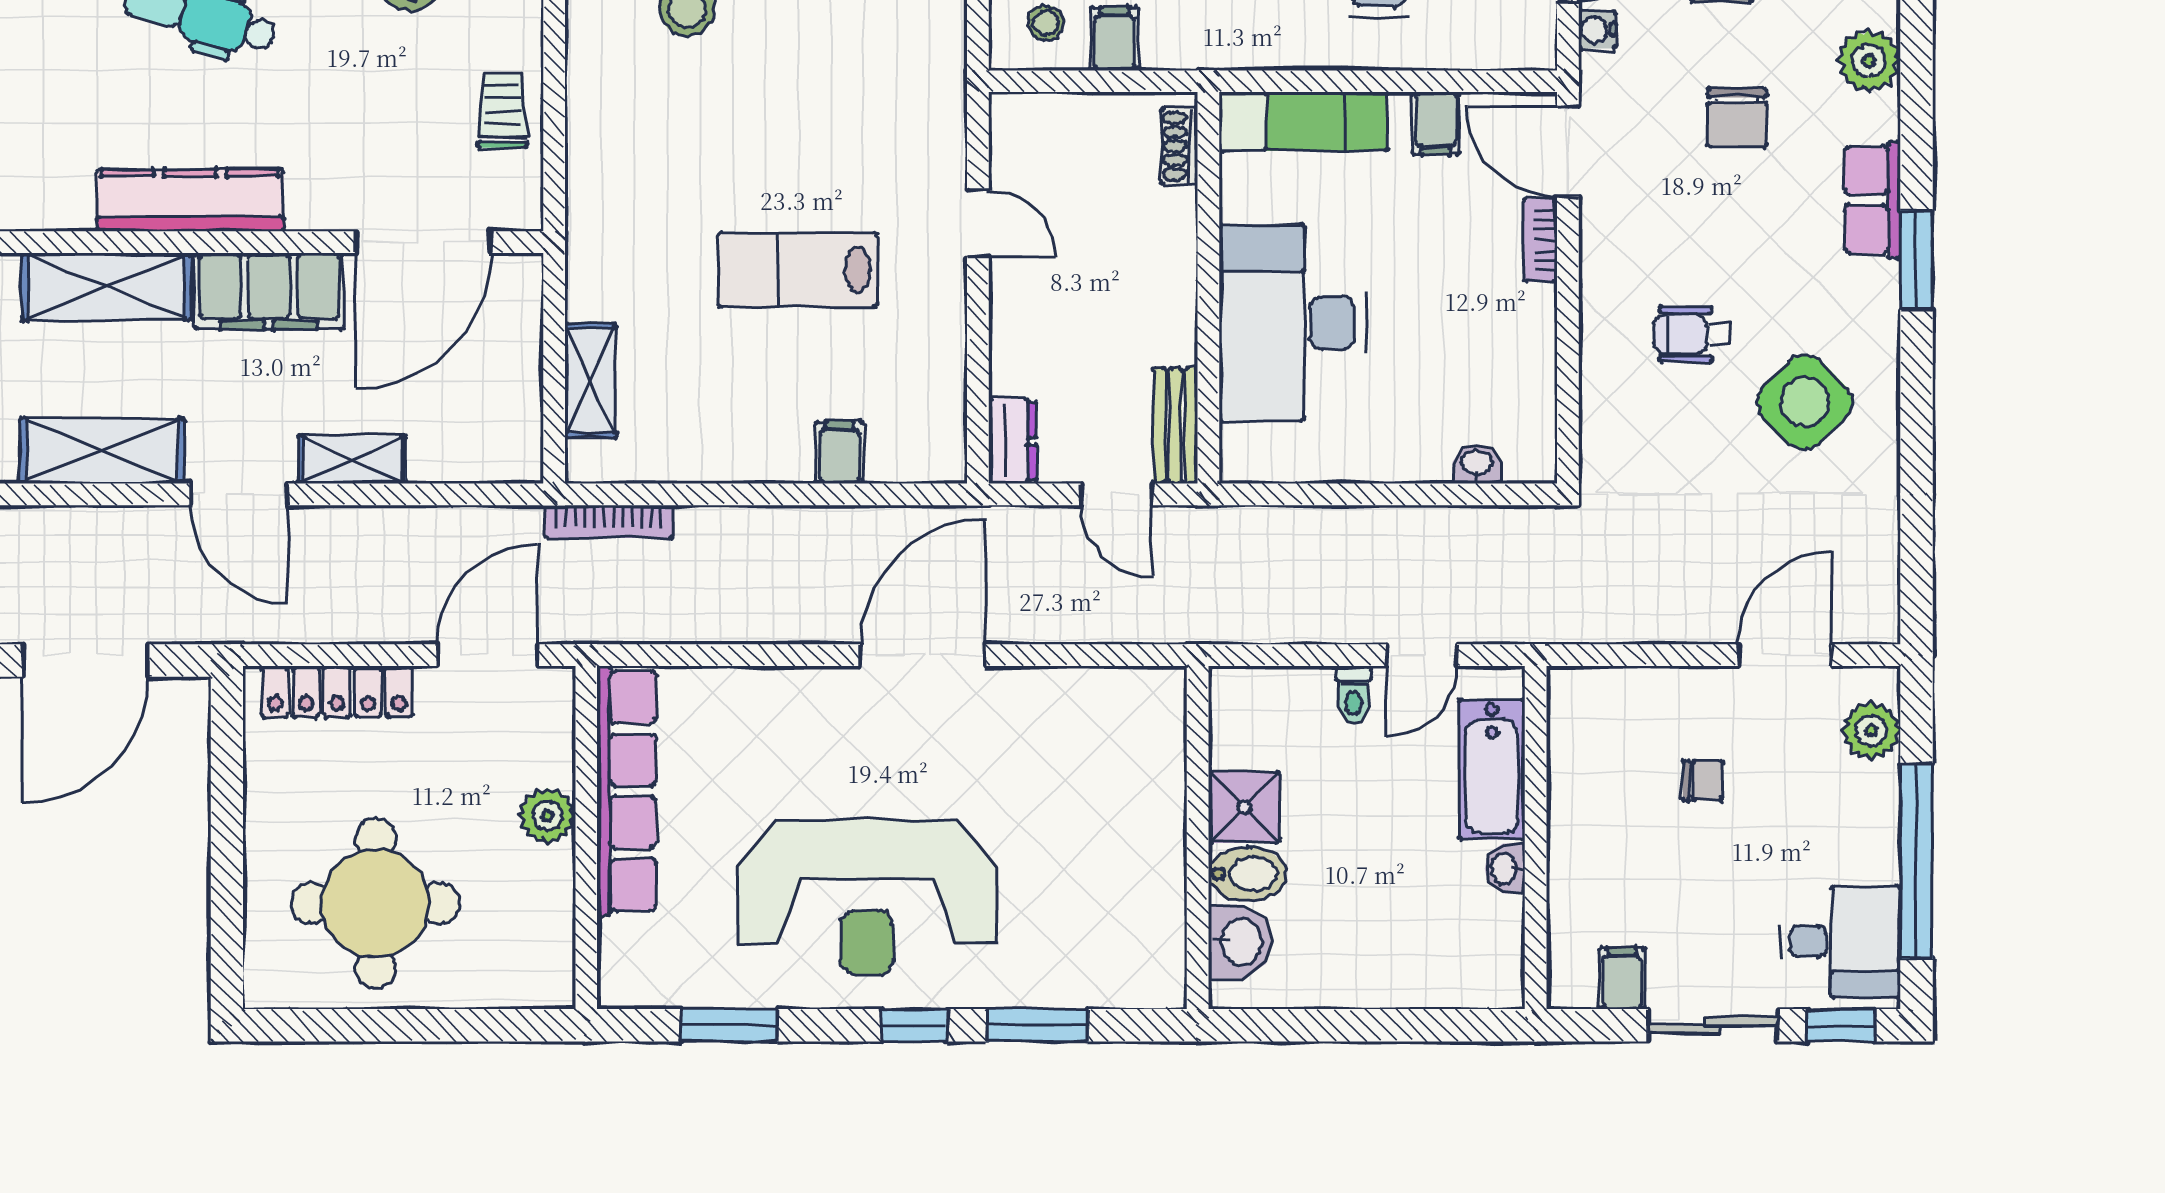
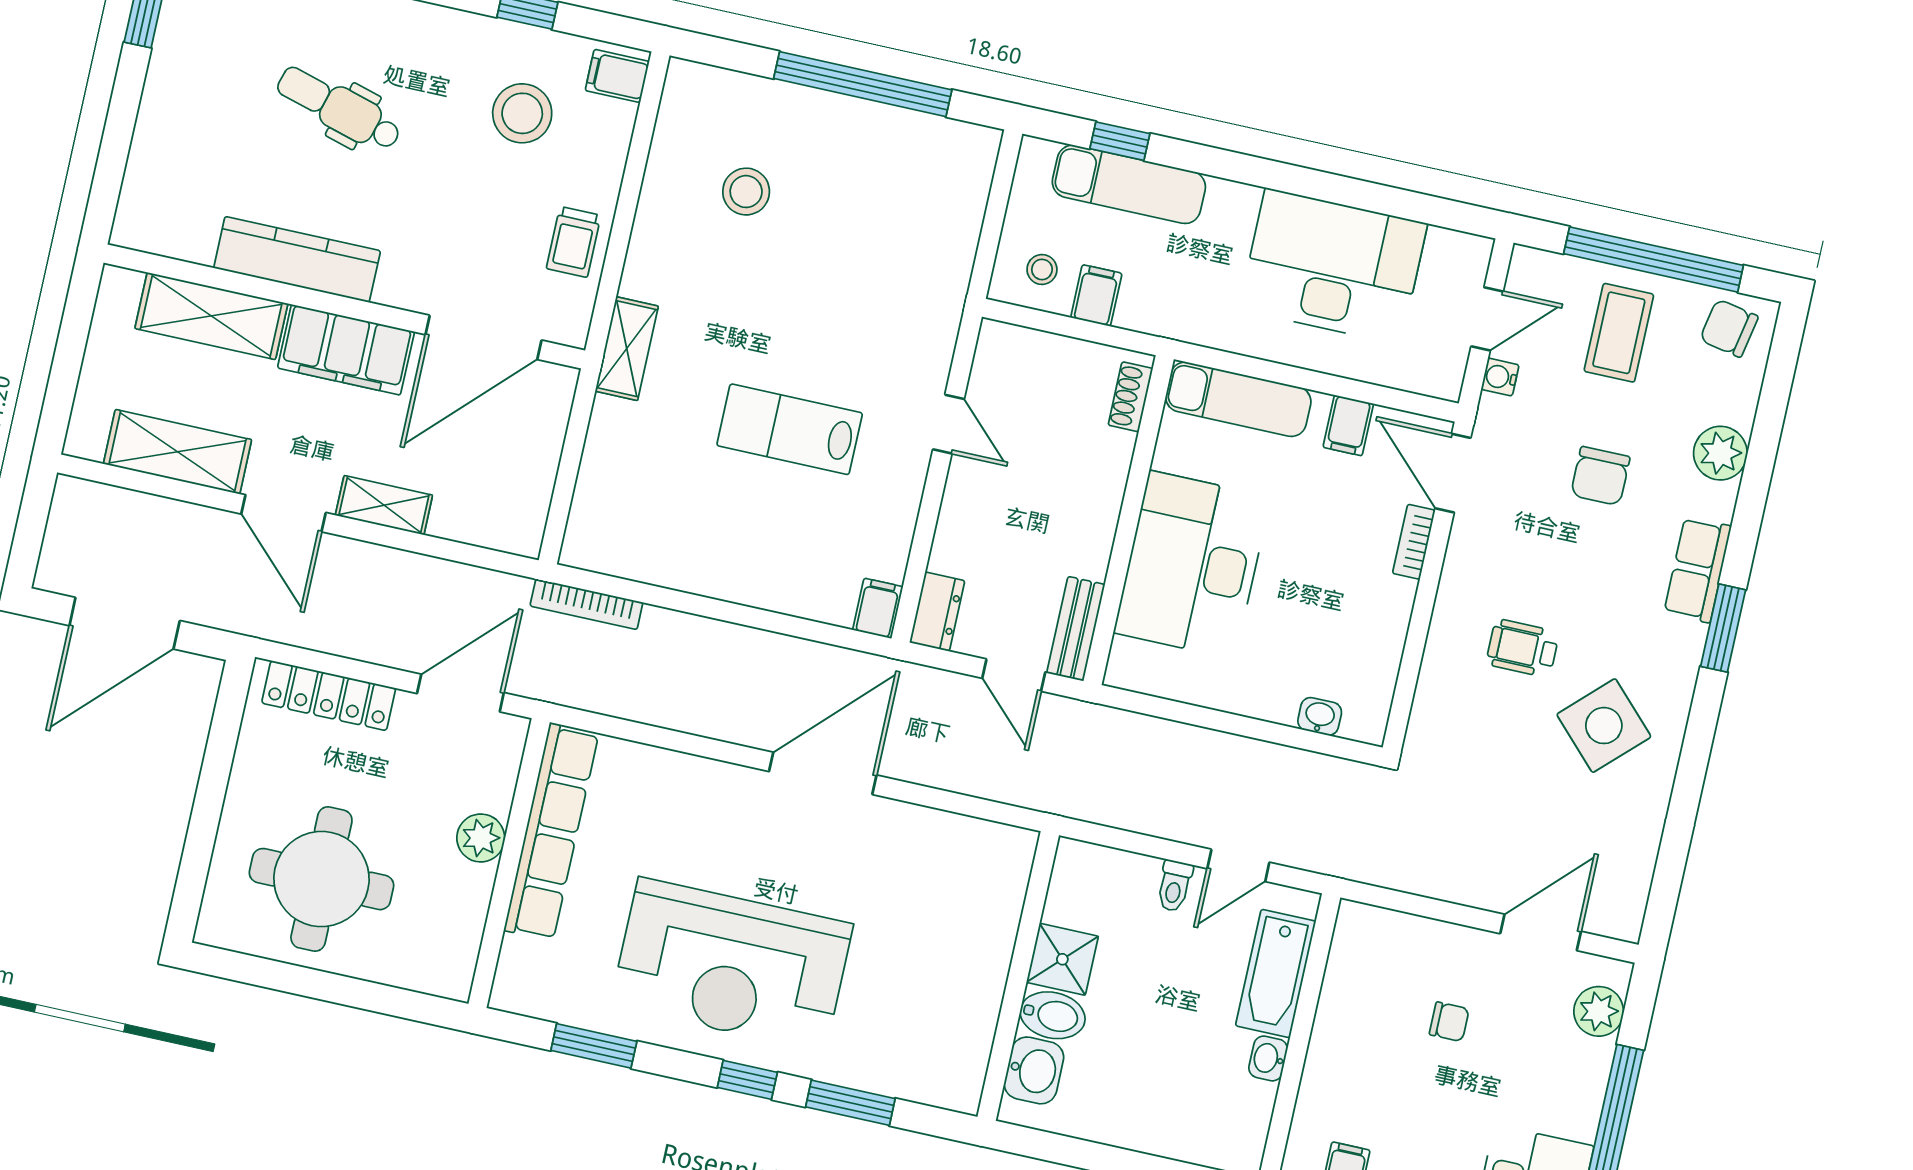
trolley: (502, 110) -> (574, 242), turned 180
shelving: (590, 381) -> (627, 349), moved
filing cabinet: (840, 452) -> (878, 608), moved

